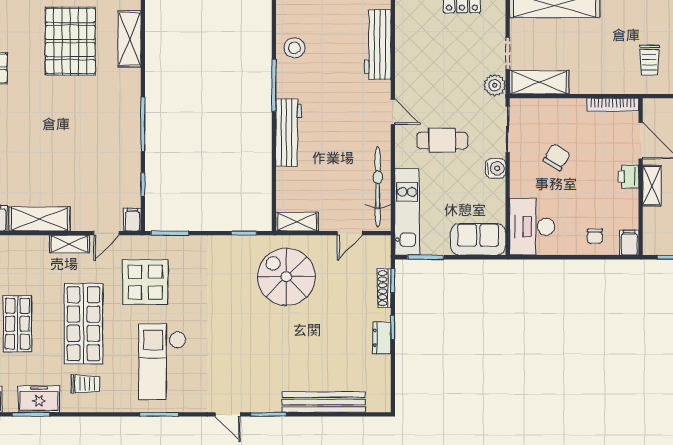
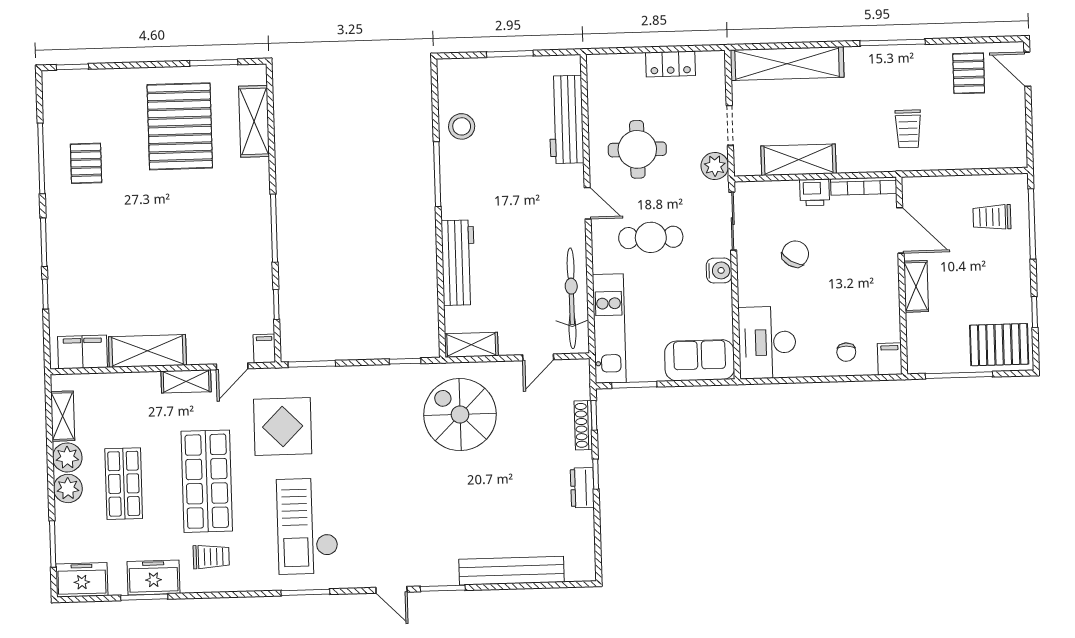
round table: (434, 70) -> (637, 149), added
shelving: (539, 82) -> (799, 160), moved
workbench: (289, 133) -> (458, 263), moved
printer: (628, 176) -> (815, 192), moved, turned -90

